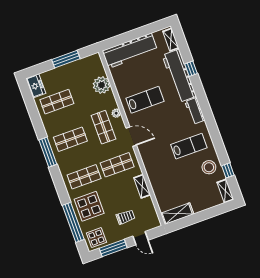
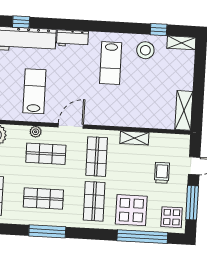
shop shelf: (70, 139) -> (43, 198), turned 90
lab bench: (189, 146) -> (111, 63), turned 180

